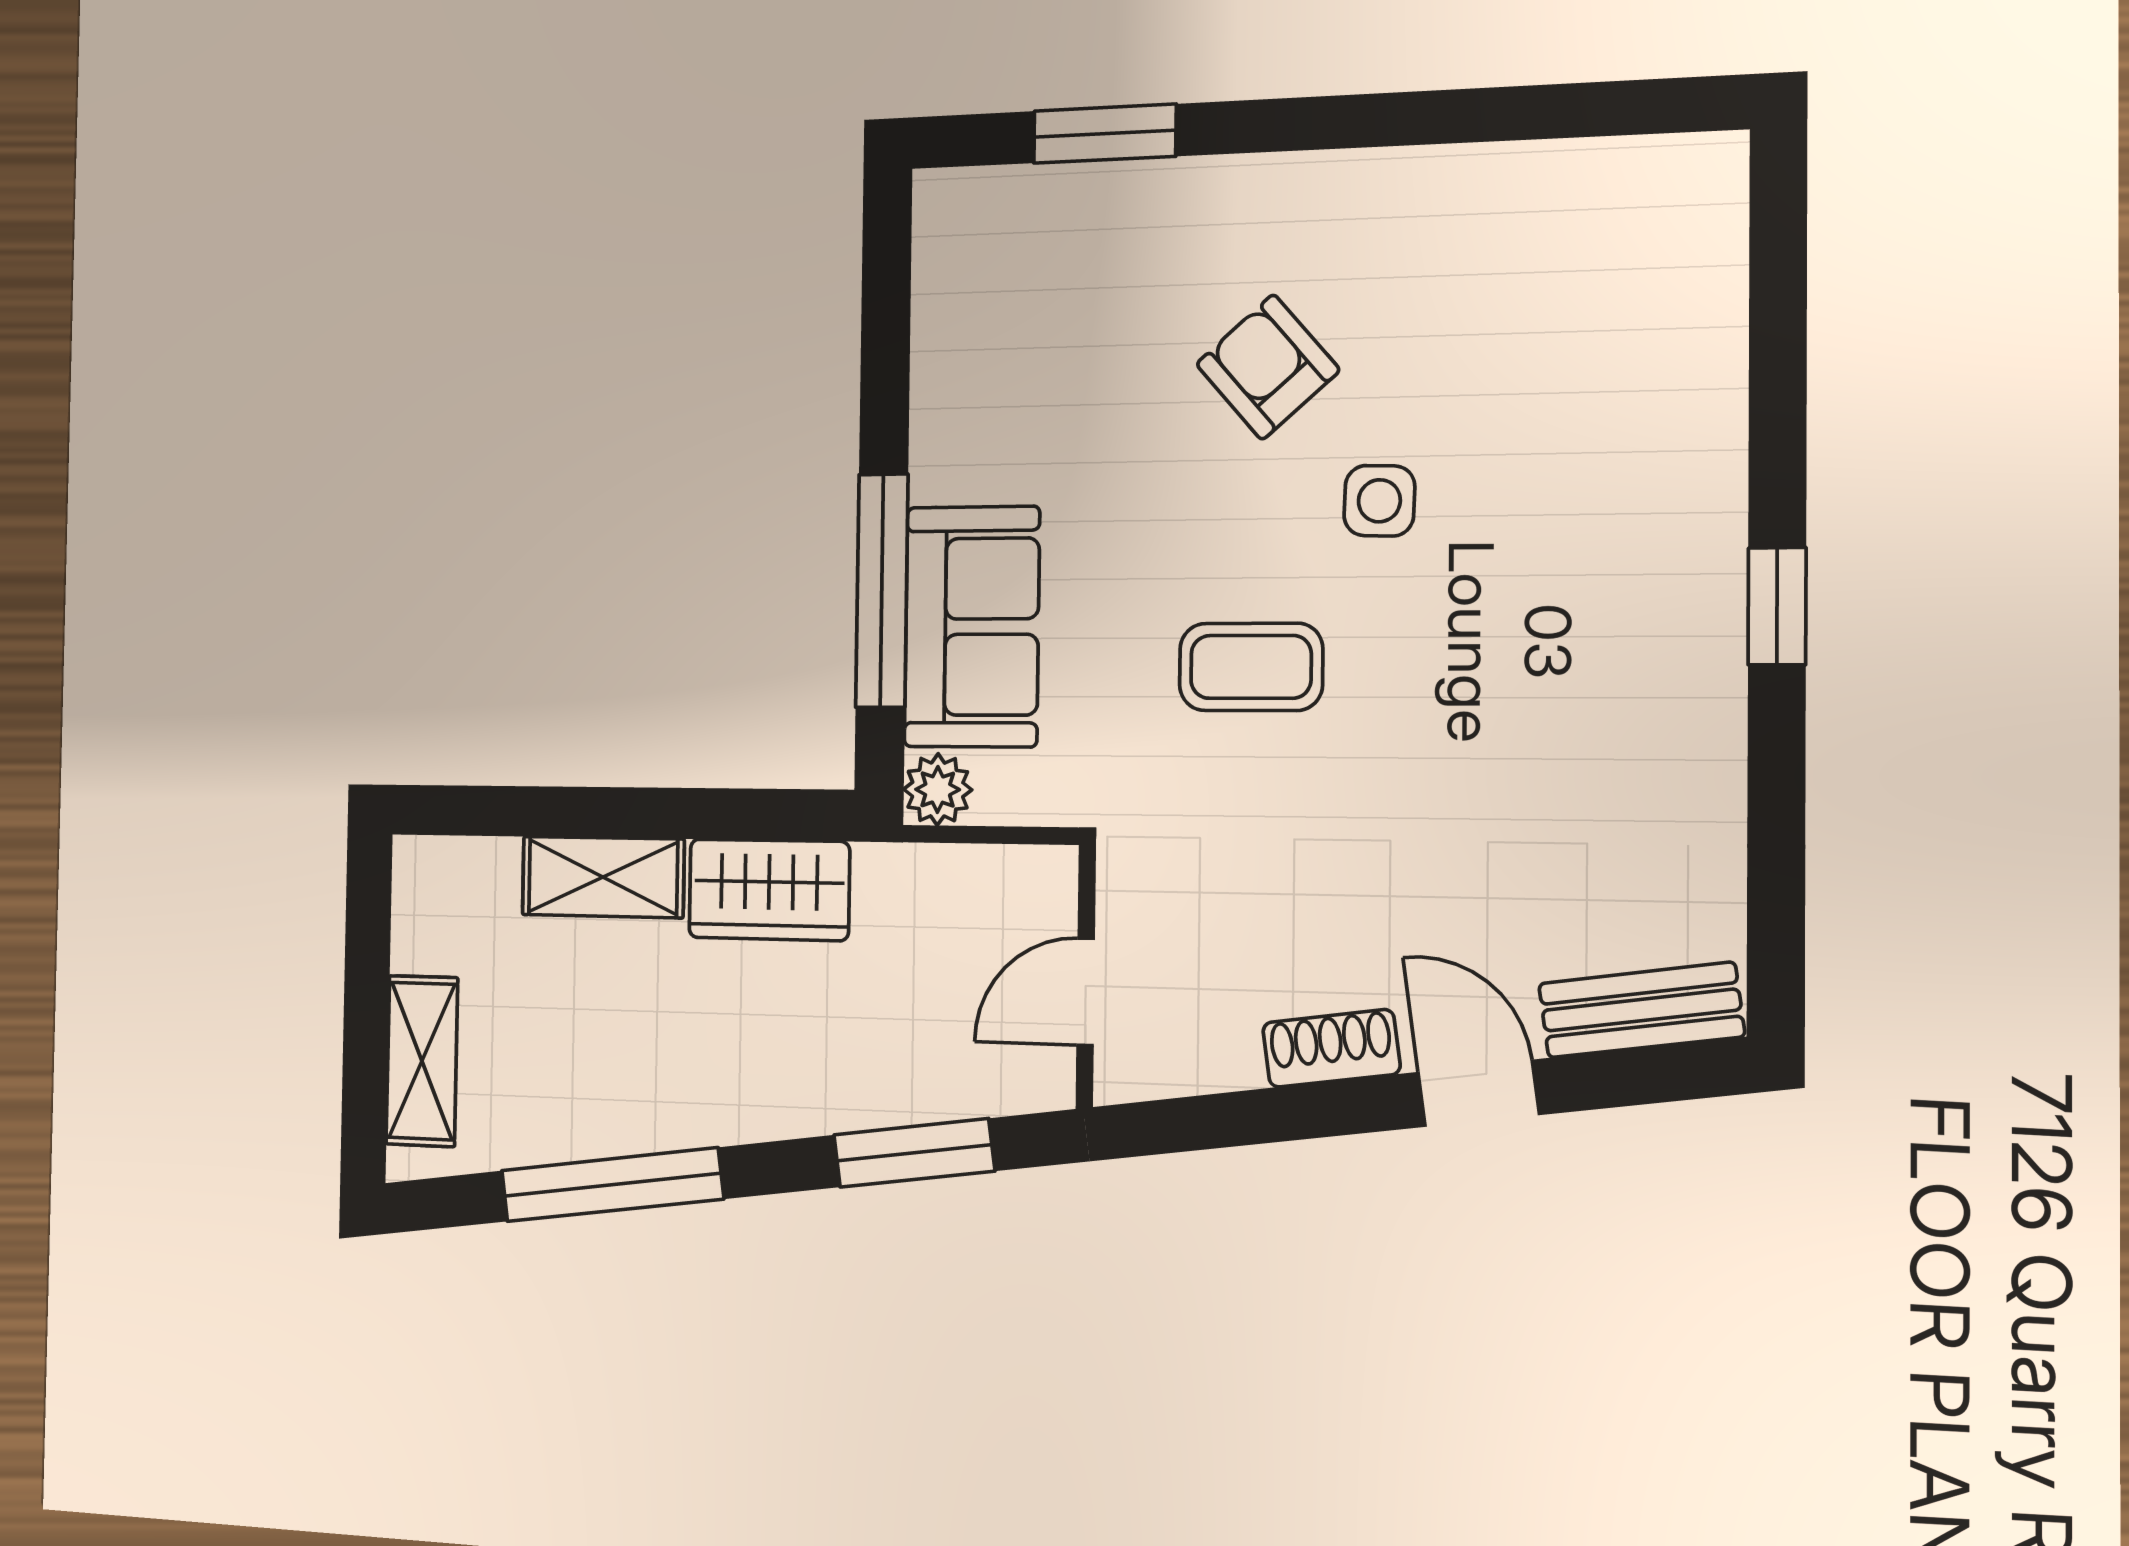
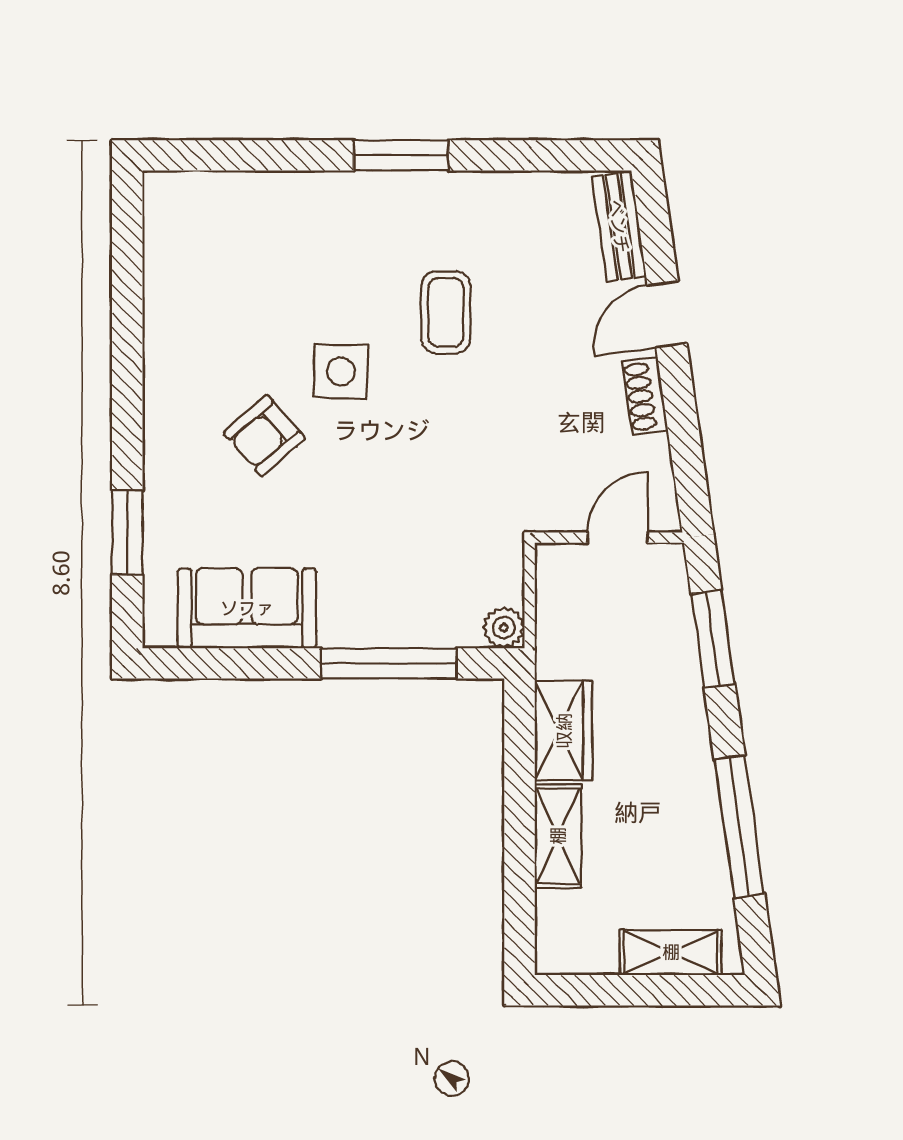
side table: (1379, 501) -> (341, 371), width x1.37, depth x1.37
window: (1777, 606) -> (401, 155), width x1.50
sofa: (972, 627) -> (247, 608), moved
coffee table: (1251, 667) -> (446, 312), moved
door: (1086, 992) -> (618, 538), swing flipped

